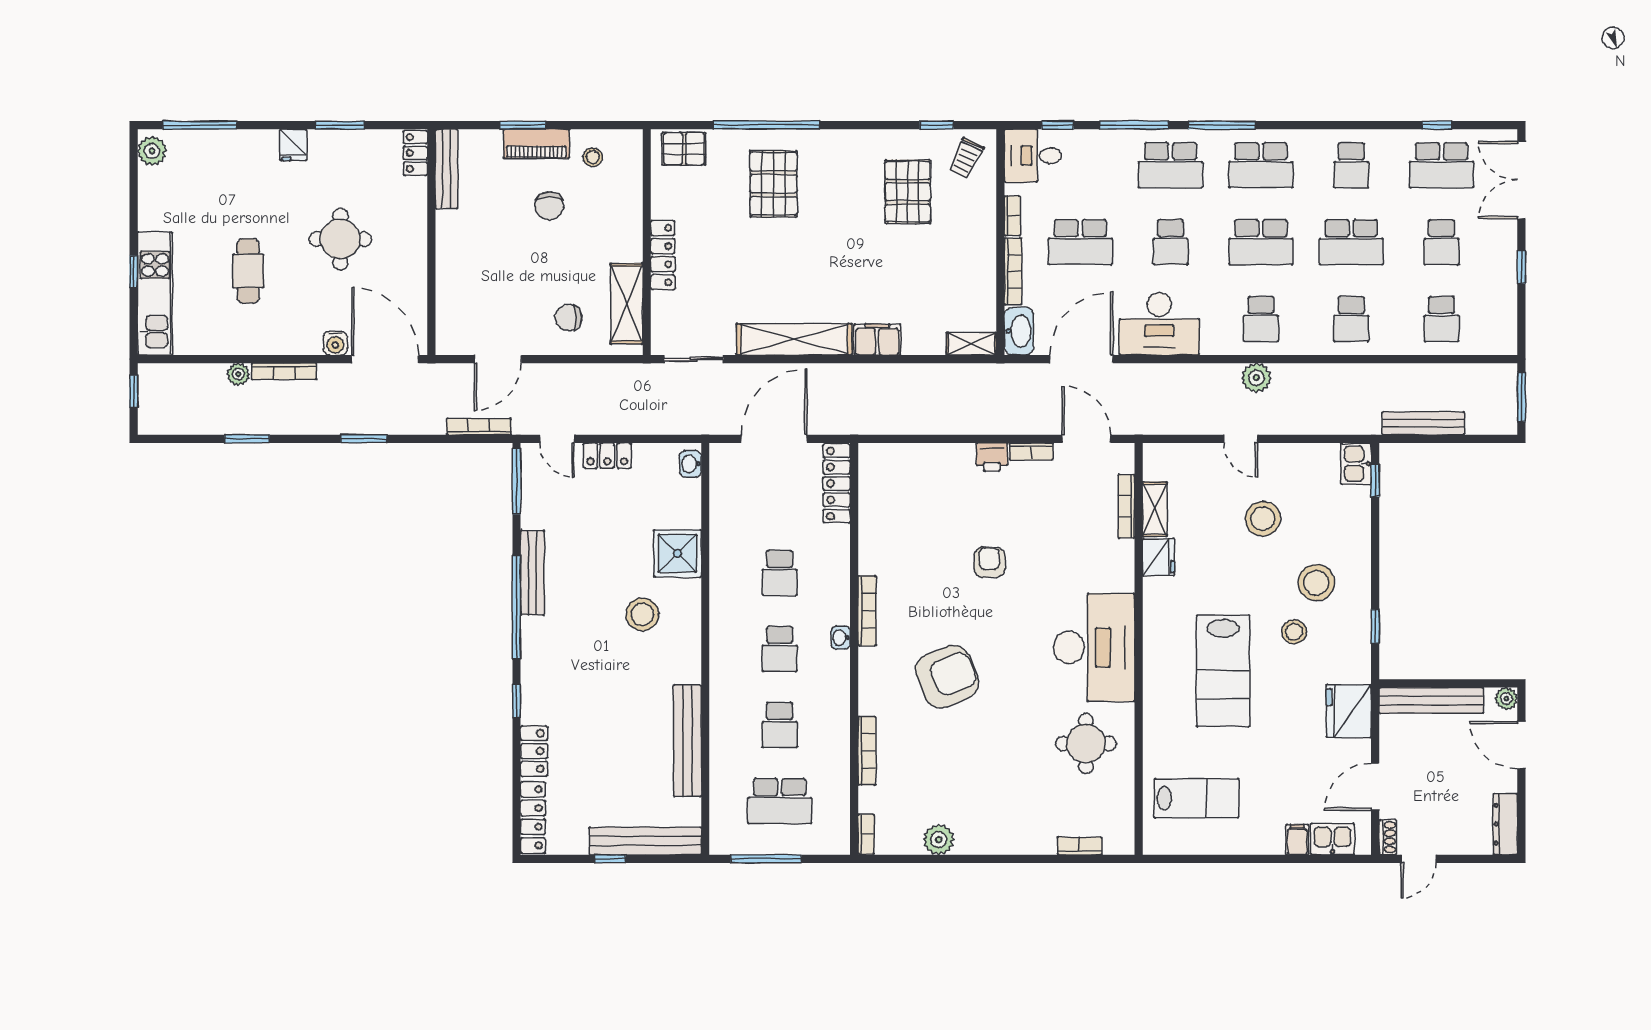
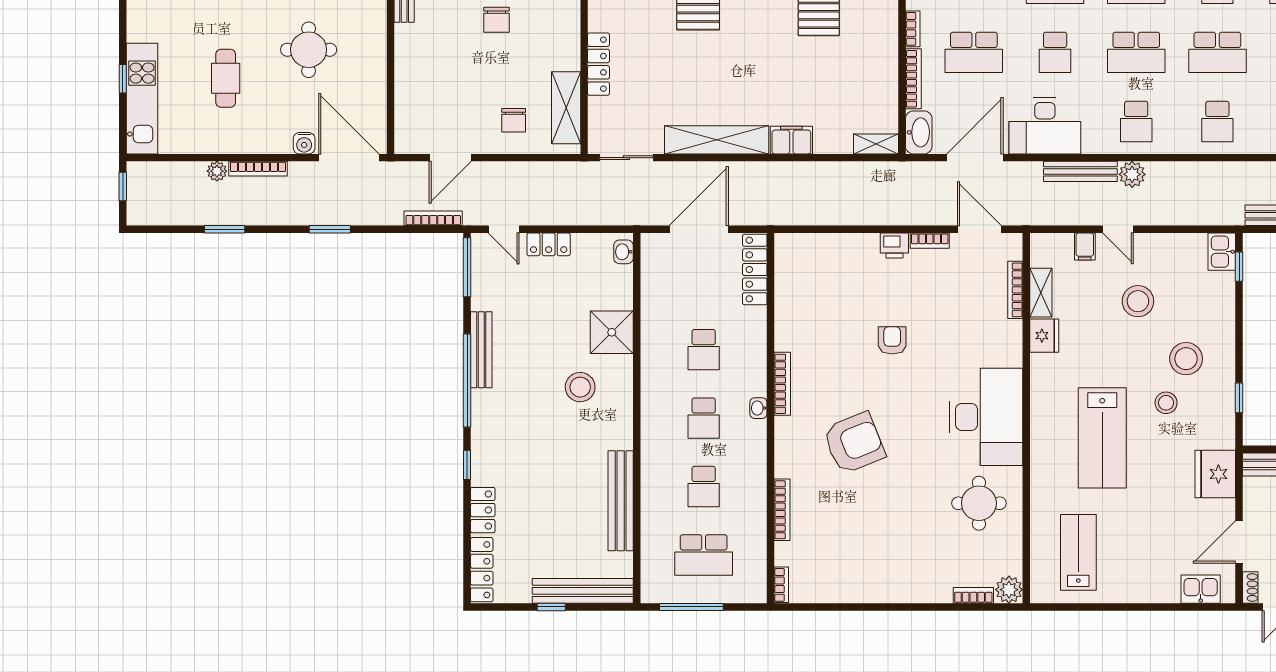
chair: (568, 318) -> (514, 120), turned -90
bench: (1199, 374) -> (1080, 171), added
lab bench: (1196, 798) -> (1078, 552), turned -90
plant: (939, 840) -> (1009, 590), moved
filing cabinet: (1297, 840) -> (1085, 247), moved, turned 180

